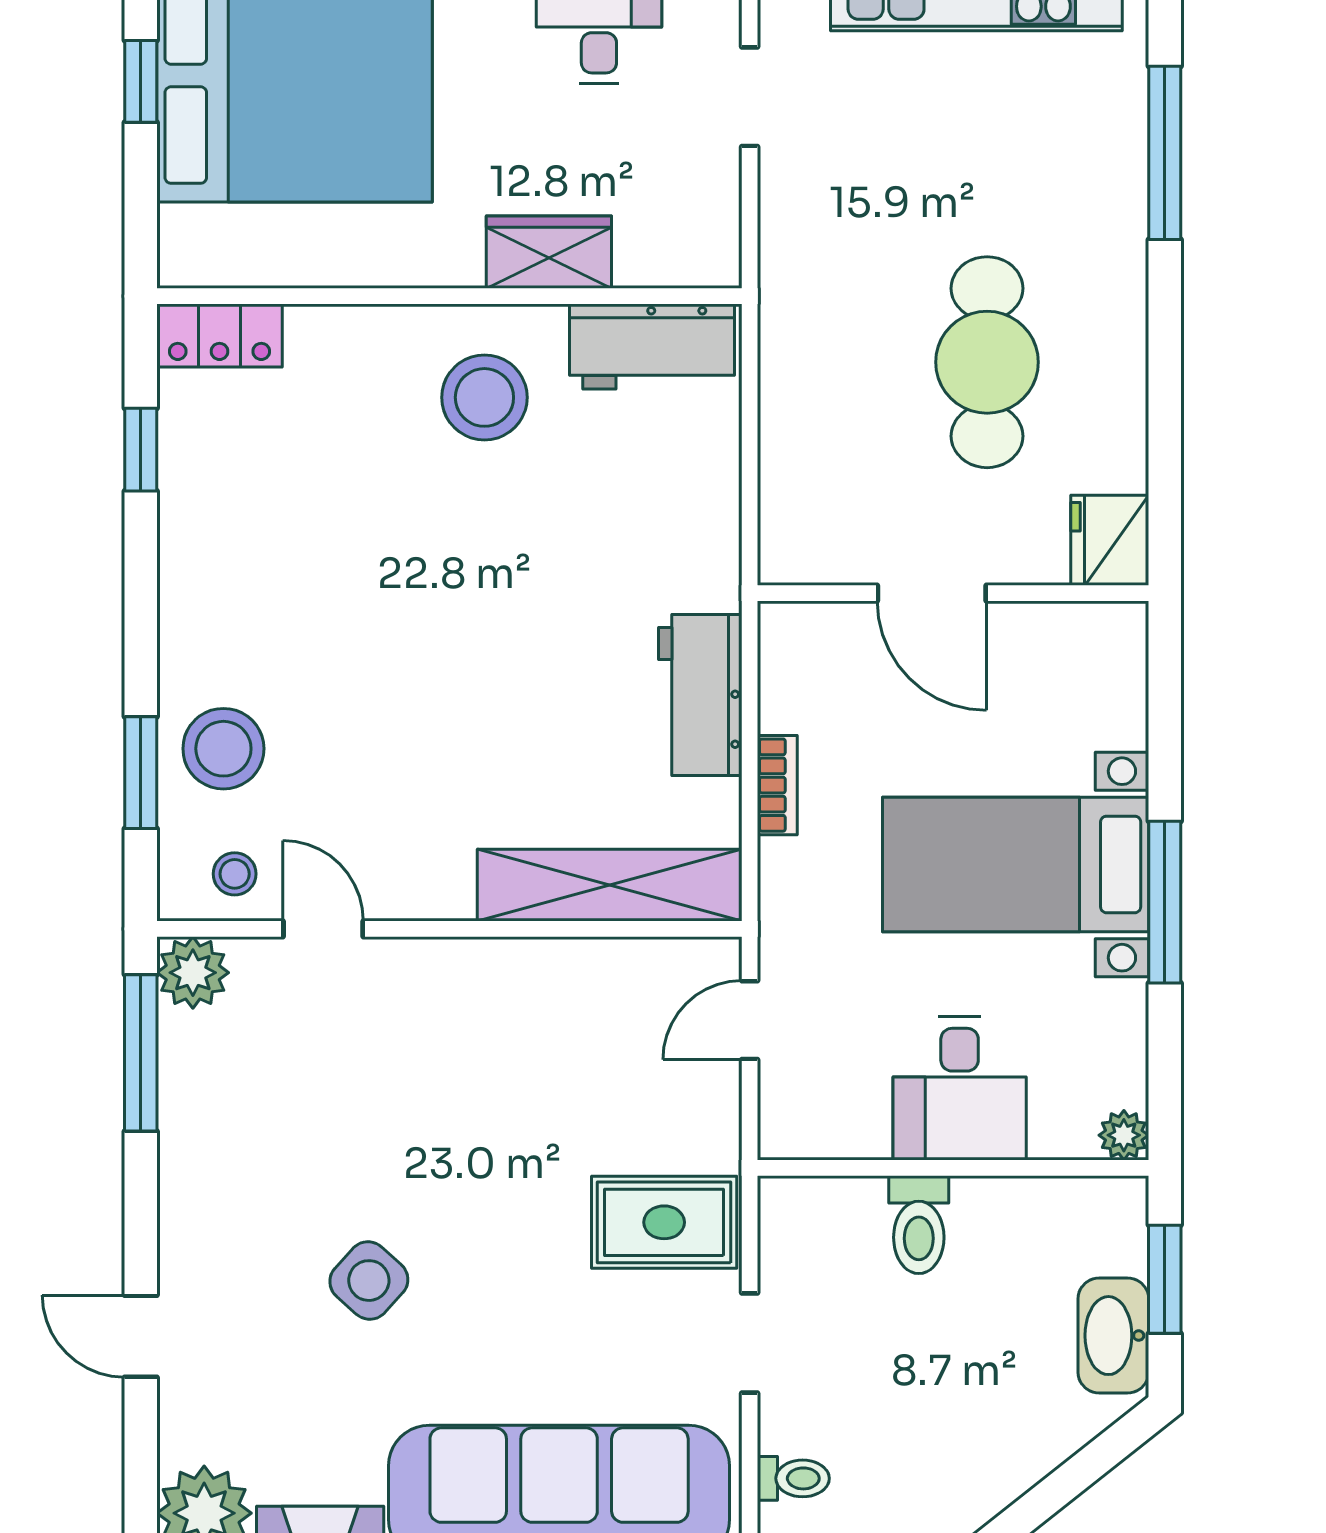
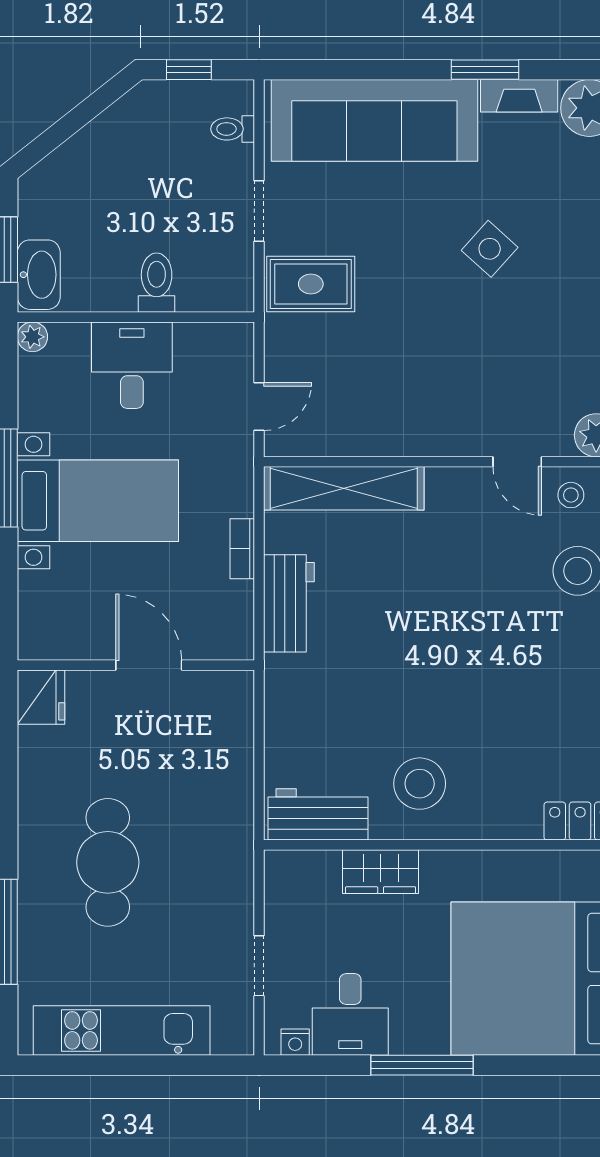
cafe table: (987, 362) -> (108, 862), moved
washbasin: (1113, 1336) -> (39, 275), moved

